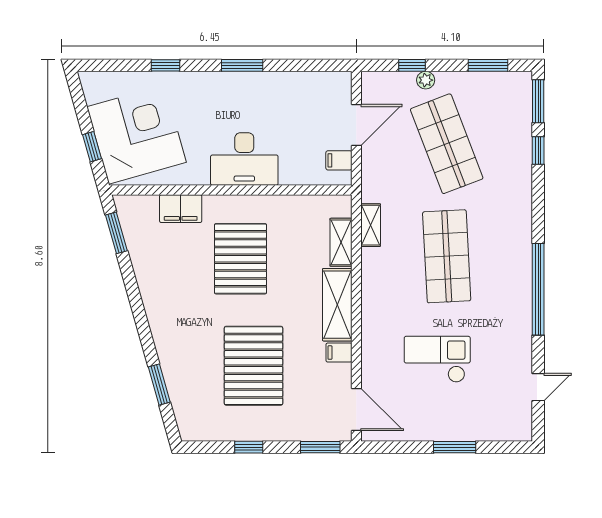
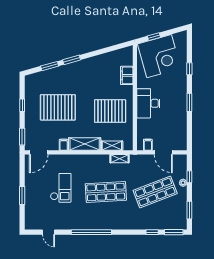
window: (116, 233) -> (72, 60), moved
pallet: (240, 259) -> (110, 111), moved

